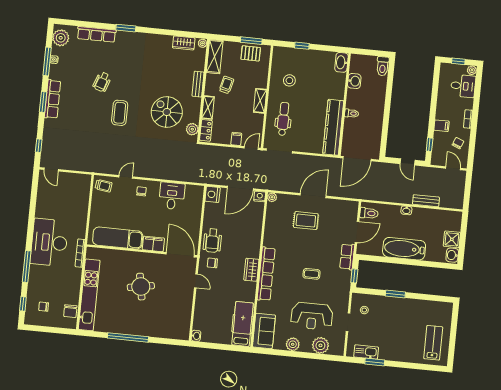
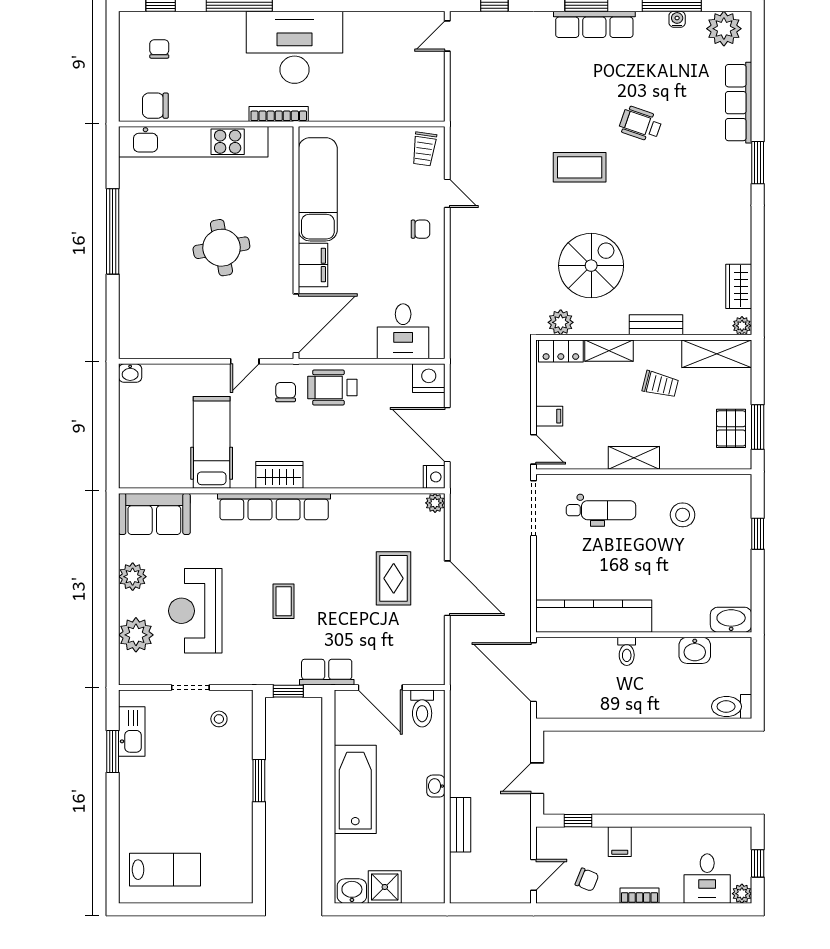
desk: (172, 196) -> (403, 331), moved, turned 90
hospital bed: (243, 324) -> (212, 442), moved, turned -90

